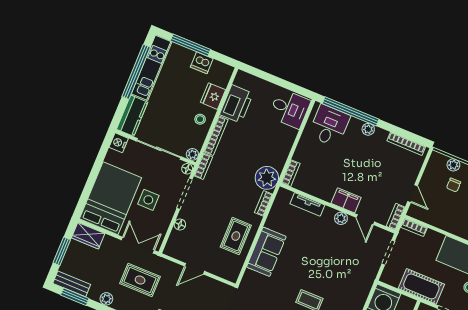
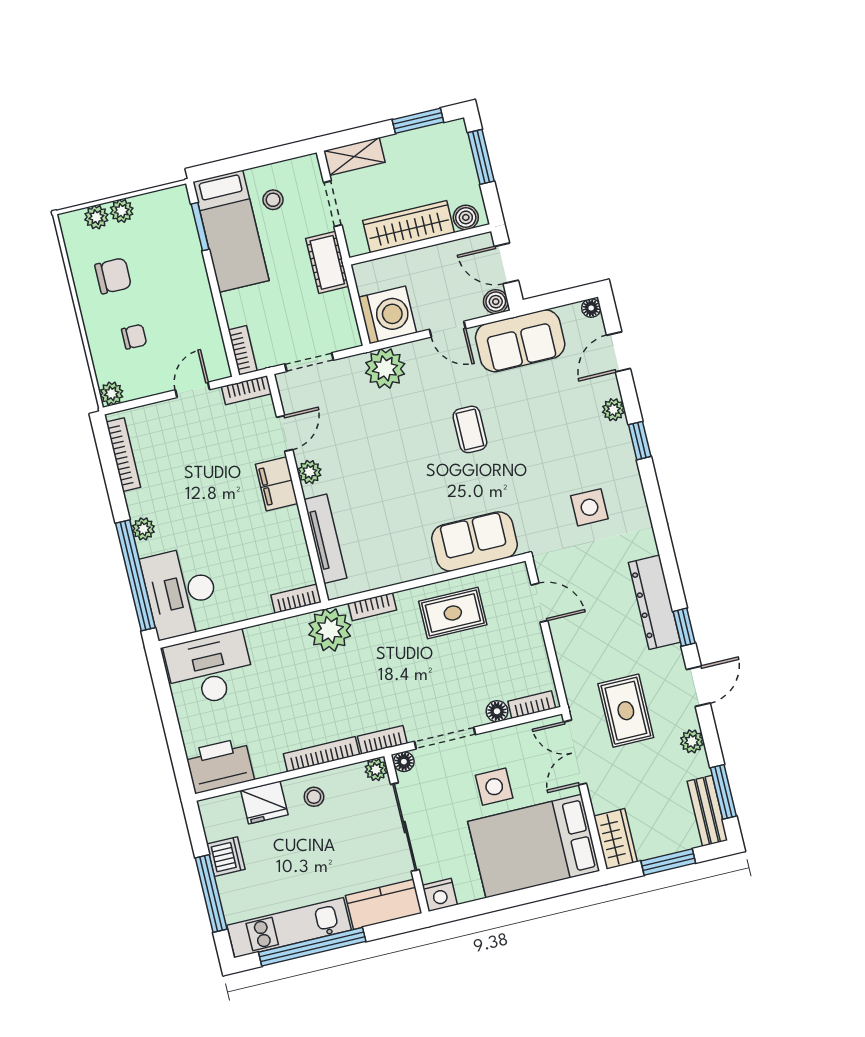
printer: (236, 104) -> (220, 765), moved
desk: (290, 109) -> (210, 669), width x1.37
desk: (329, 126) -> (181, 592), width x1.37
plant: (453, 165) -> (112, 394), moved
tv unit: (307, 204) -> (325, 539), width x1.41
bookcase: (172, 241) -> (532, 705), added
sofa: (266, 252) -> (475, 541), moved
door: (194, 269) -> (539, 603), moved
plant: (362, 283) -> (385, 368), added
cot: (421, 286) -> (327, 262), width x0.73, depth x0.75

